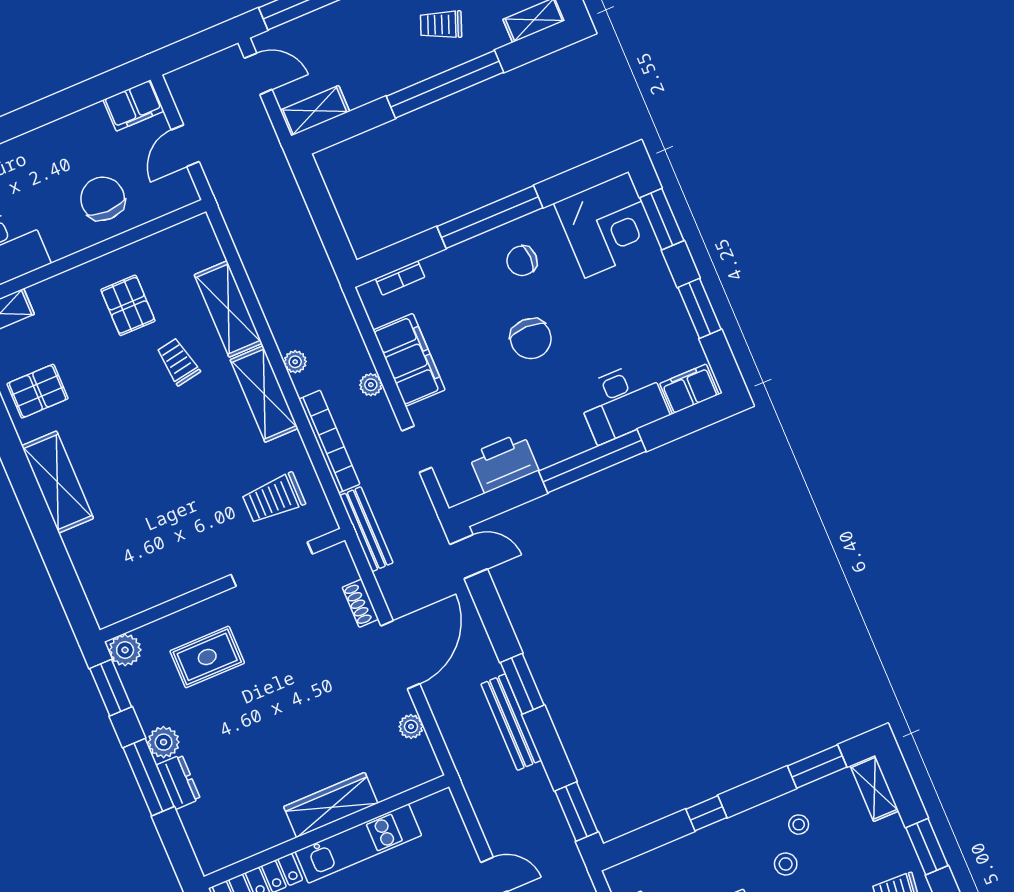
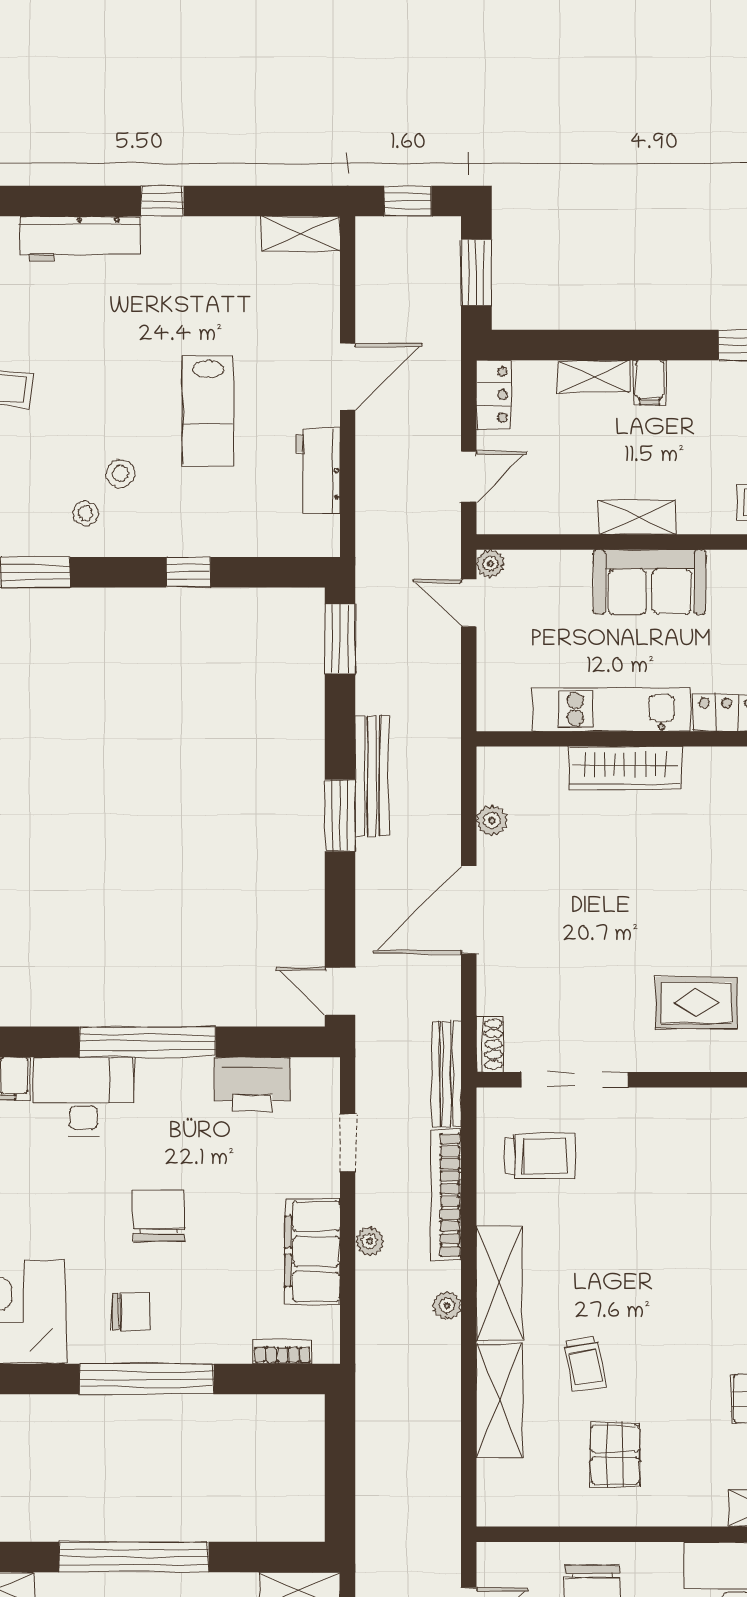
shoe rack: (360, 603) -> (490, 1044), moved

